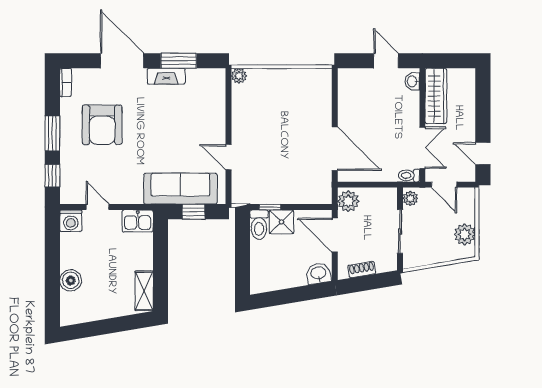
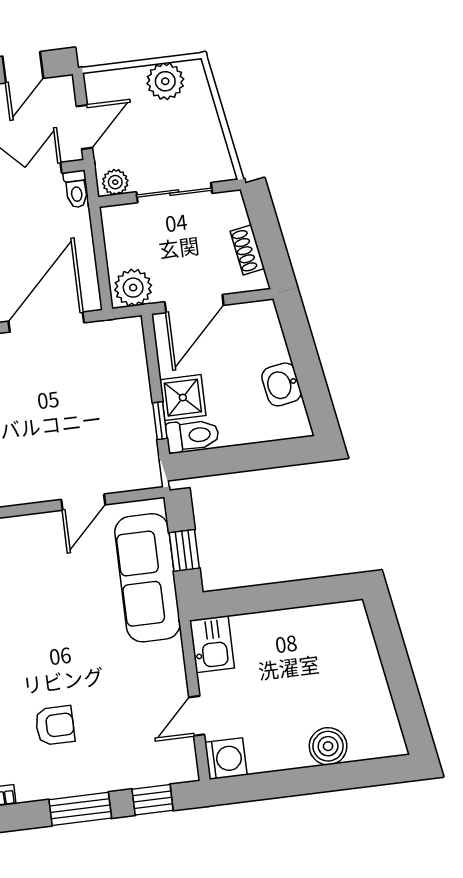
armchair: (102, 125) -> (55, 726), width x0.53, depth x0.53
washbasin: (318, 273) -> (282, 384), moved
shelving: (144, 291) -> (330, 618), removed

